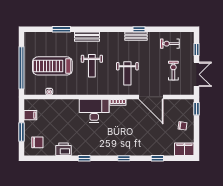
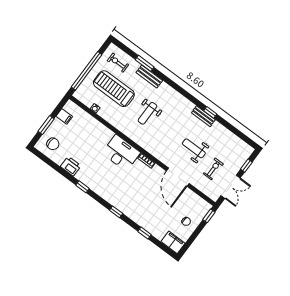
bench: (87, 37) -> (149, 76), moved
exercise bike: (170, 44) -> (118, 63), moved
weight bench: (127, 73) -> (194, 148), moved, turned 90

